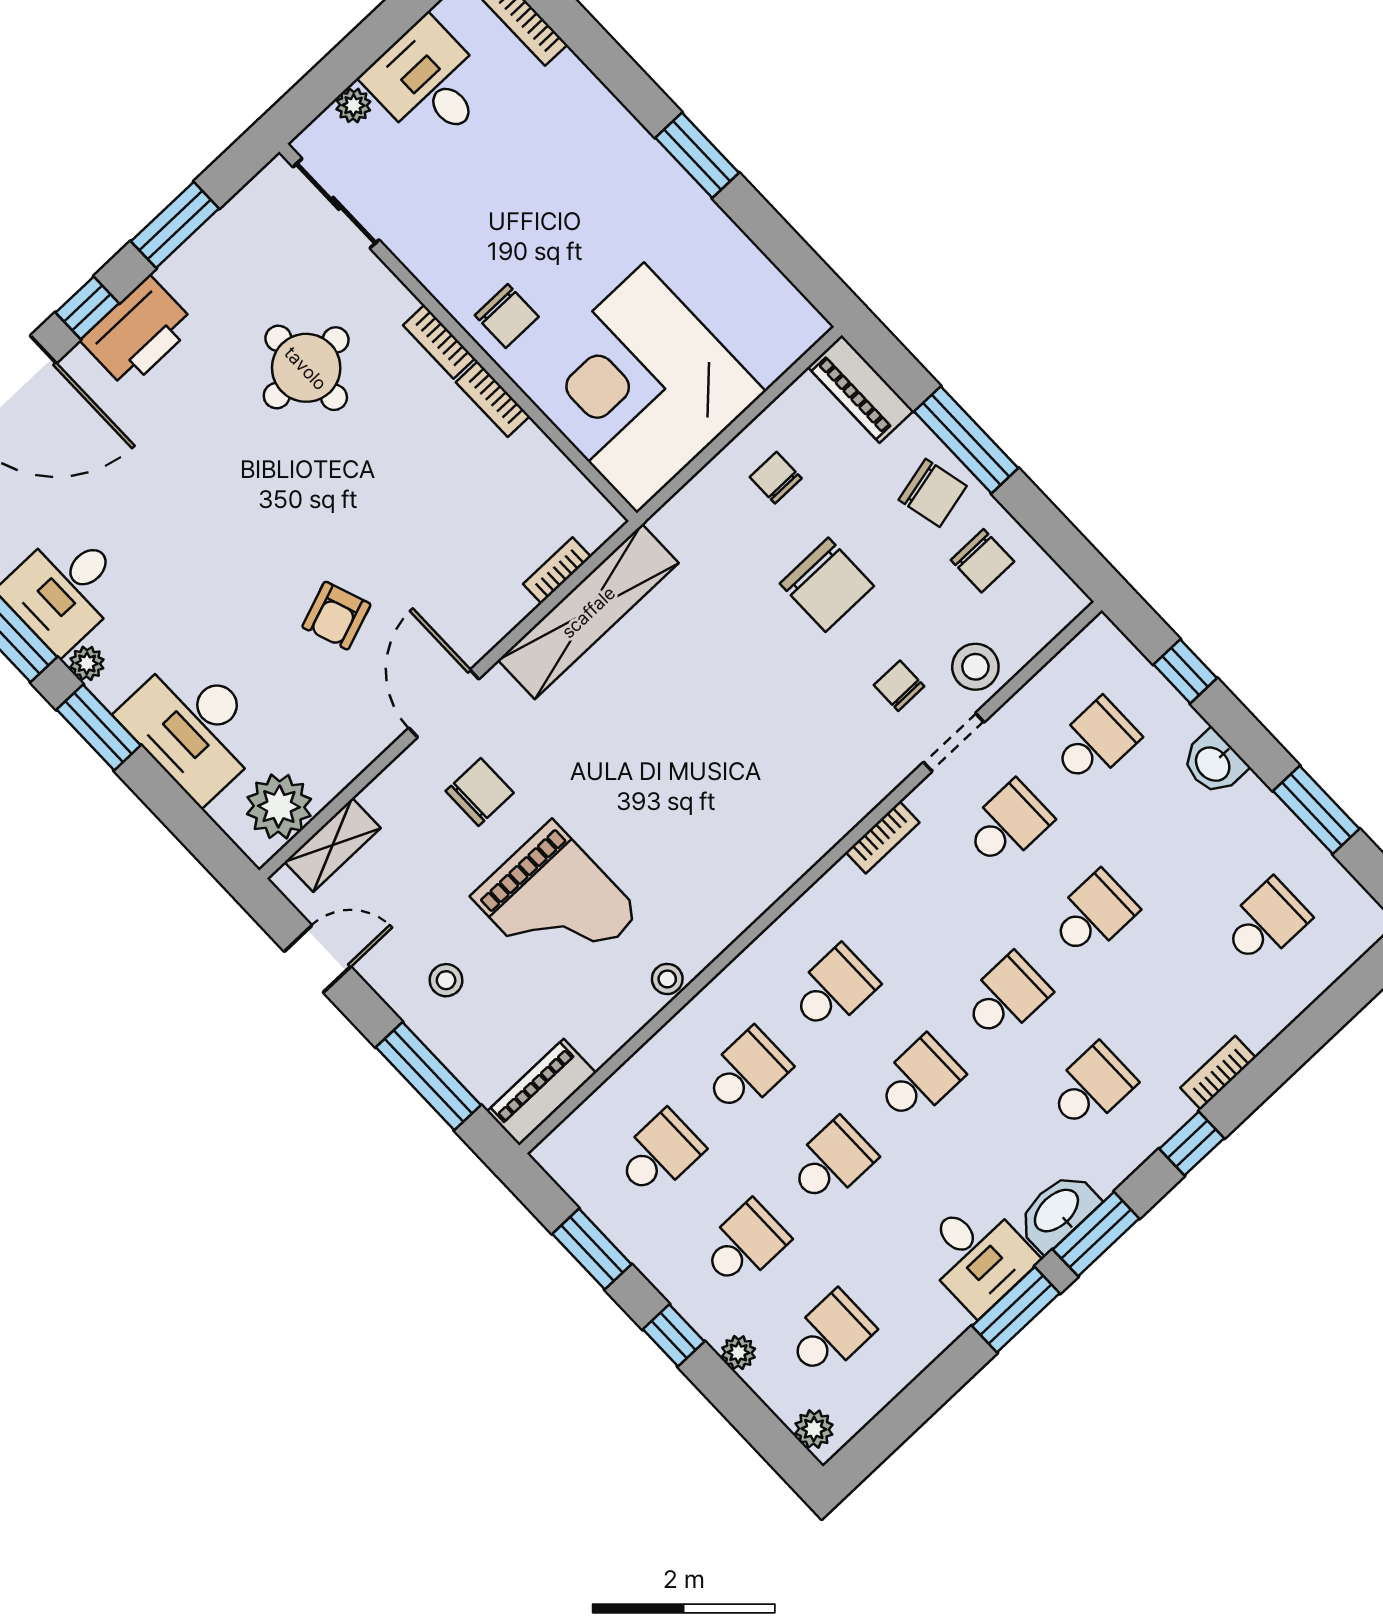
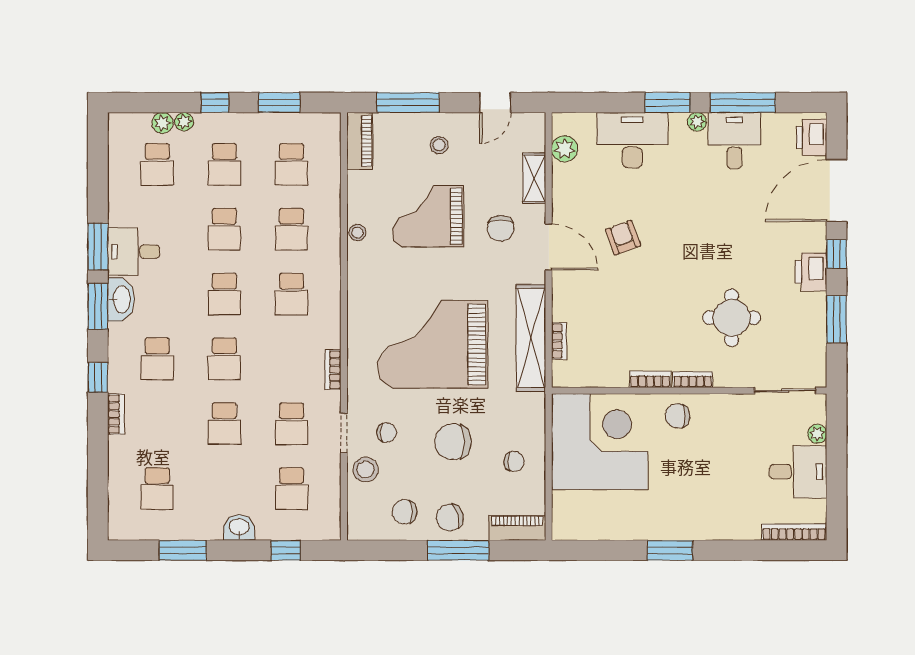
printer: (138, 332) -> (811, 272), width x0.73, depth x0.84
grand piano: (722, 736) -> (433, 344), added
plant: (279, 807) -> (565, 149), width x0.73, depth x0.73
shelving: (333, 845) -> (534, 178), moved
plant: (814, 1429) -> (162, 123), moved

